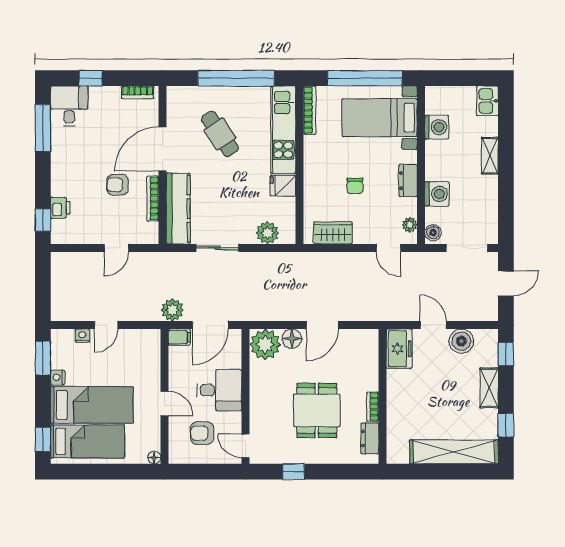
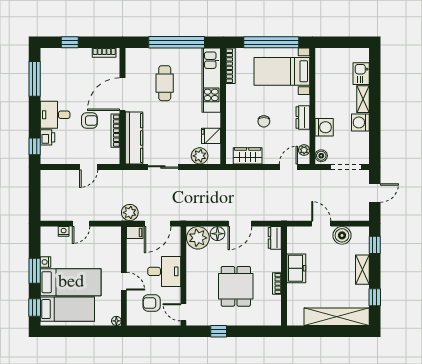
kitchen sink: (487, 101) -> (361, 74), moved
desk: (69, 106) -> (55, 115), moved, turned -90
washing machine: (437, 127) -> (360, 122), moved, turned 180
cafe table: (220, 134) -> (165, 83), turned 34
armchair: (117, 185) -> (89, 121), turned 180
fridge: (283, 186) -> (211, 136), moved
door: (388, 248) -> (288, 167), swing flipped
freezer: (399, 349) -> (296, 268), moved
window: (43, 358) -> (35, 271), moved
dresser: (370, 438) -> (275, 238), moved

